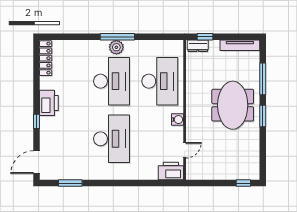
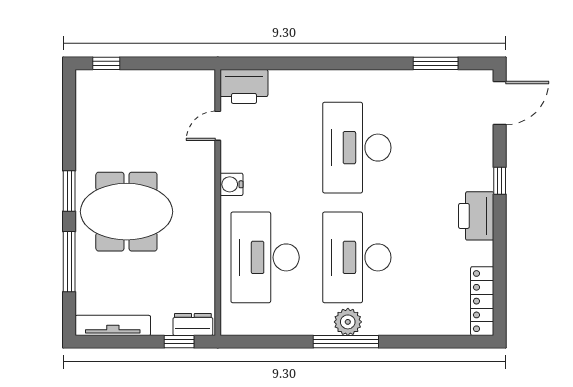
meeting table: (233, 105) -> (126, 212), turned 90

